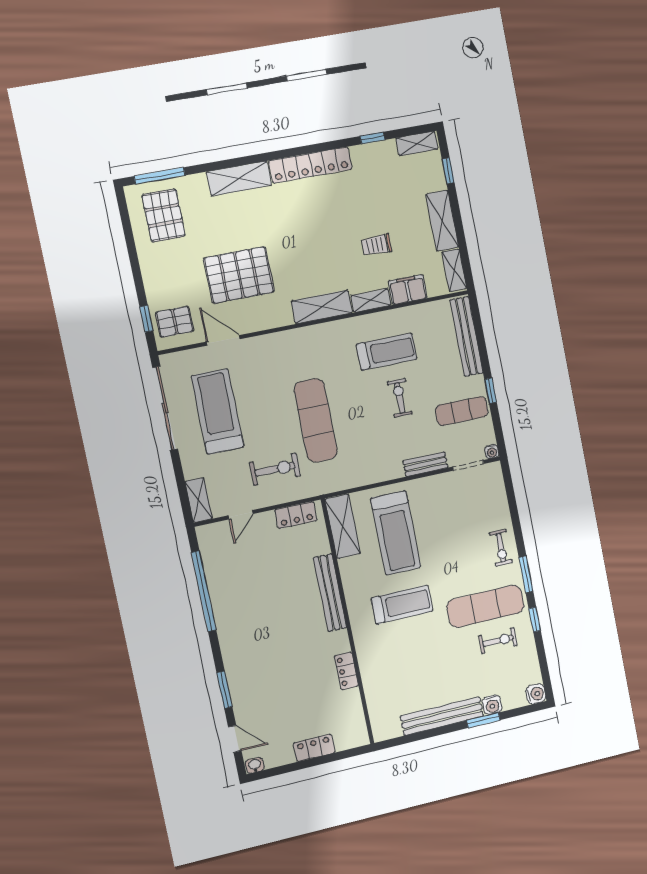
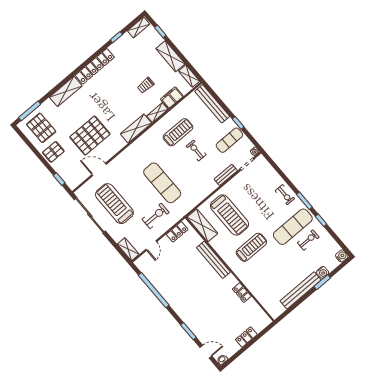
pallet: (175, 322) -> (53, 152), moved

